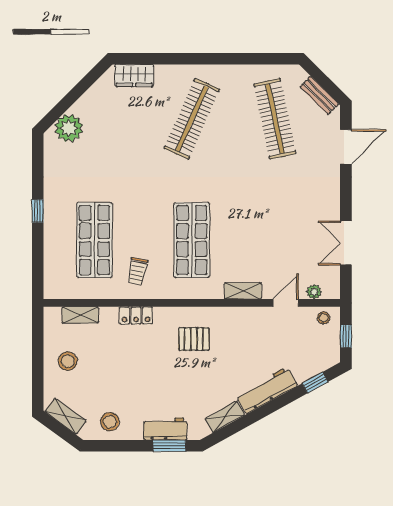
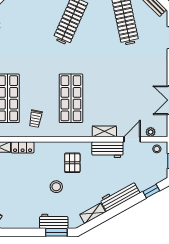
locker: (136, 315) -> (23, 147), moved
workbench: (248, 319) -> (107, 150), added
pallet: (194, 339) -> (72, 163), turned 90
stool: (110, 422) -> (56, 187), moved

